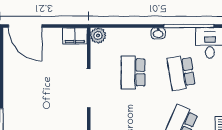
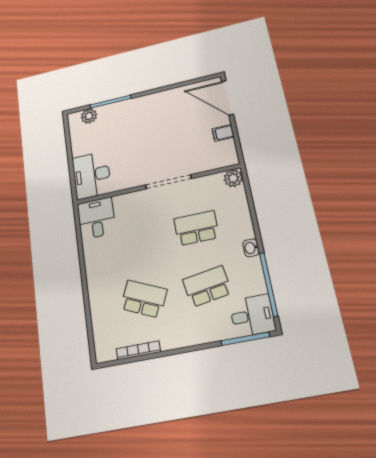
door: (25, 26) -> (228, 98), hinge flipped
filing cabinet: (75, 36) -> (223, 133), moved, width x0.50

